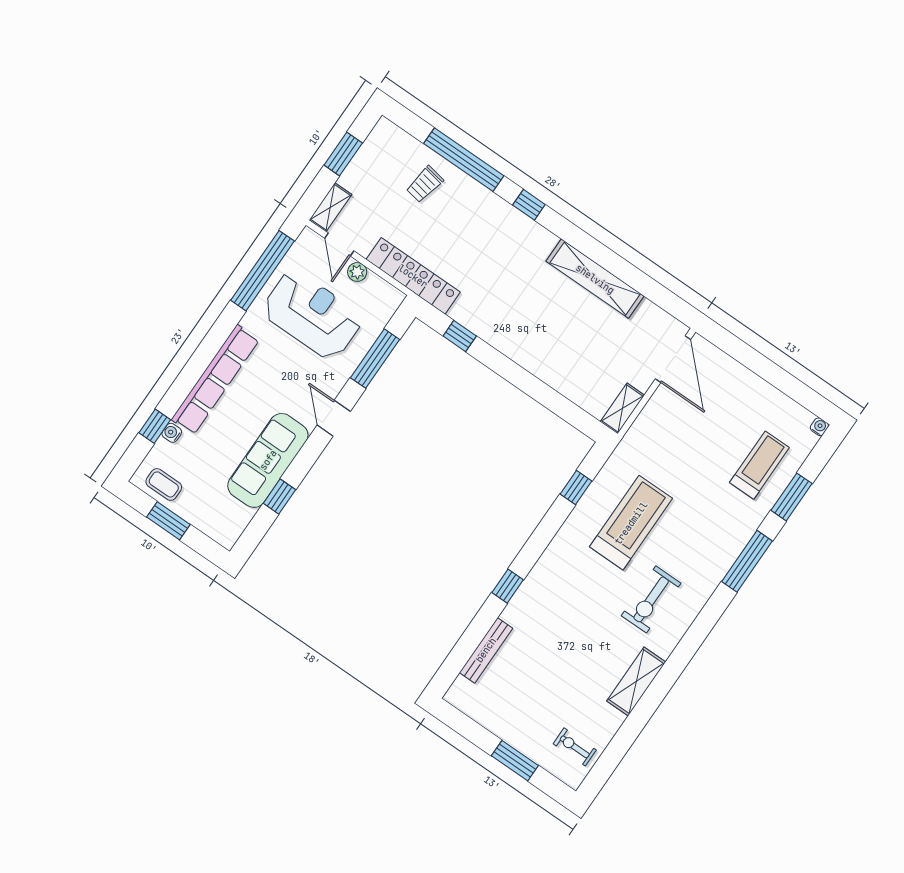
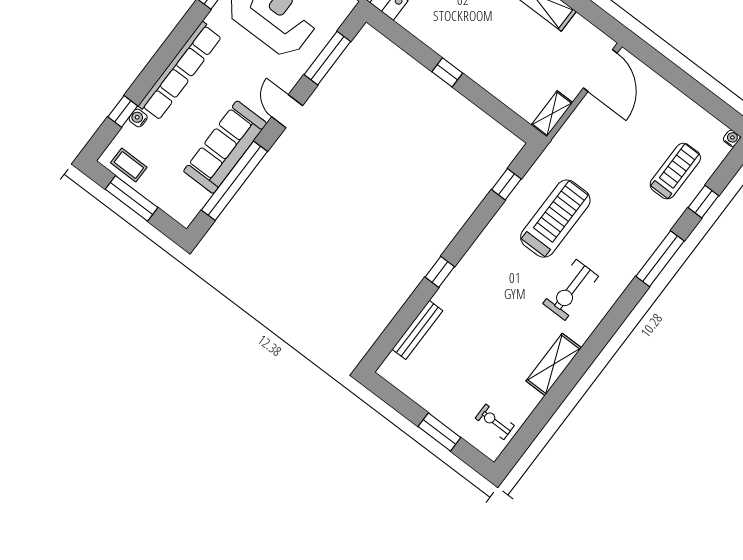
window: (460, 336) -> (447, 72), moved
window: (279, 497) -> (234, 181), width x3.17
window: (792, 497) -> (703, 202), width x0.67
window: (168, 521) -> (132, 198), width x1.44

